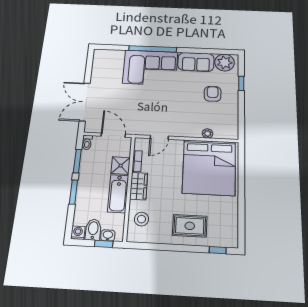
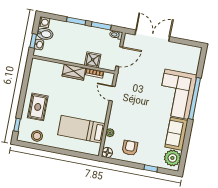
armchair: (213, 94) -> (130, 148), moved, turned -90
floor lamp: (232, 133) -> (107, 152), added
bed: (209, 167) -> (81, 129), width x0.49
bathtub: (118, 194) -> (70, 56), removed
stool: (141, 219) -> (37, 136), moved

